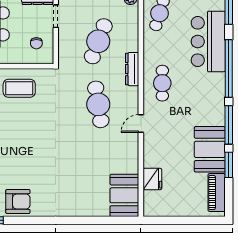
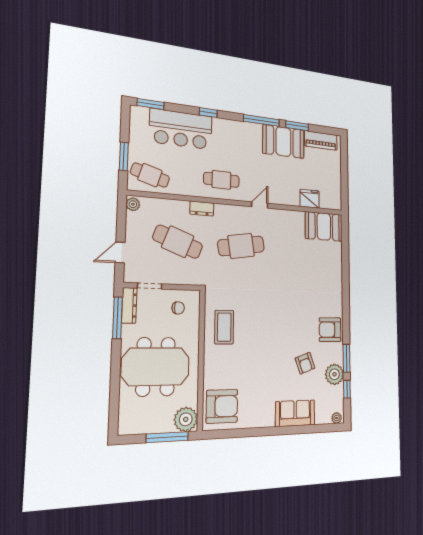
window: (229, 68) -> (208, 113), width x0.32
dresser: (132, 69) -> (202, 208), width x0.70
door: (141, 124) -> (260, 205), swing flipped
armchair: (18, 201) -> (330, 330), turned -90

